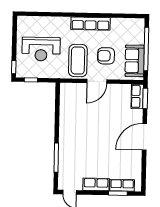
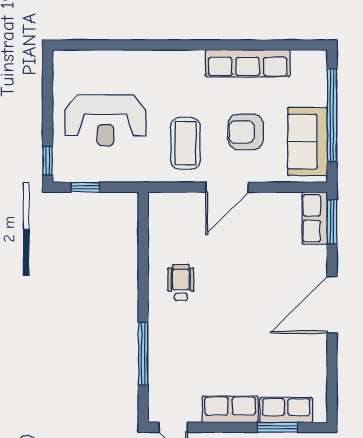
row of seats: (91, 24) -> (248, 63), moved
coffee table: (78, 60) -> (185, 143), width x0.73, depth x0.76
wheelchair: (74, 125) -> (181, 282), added

